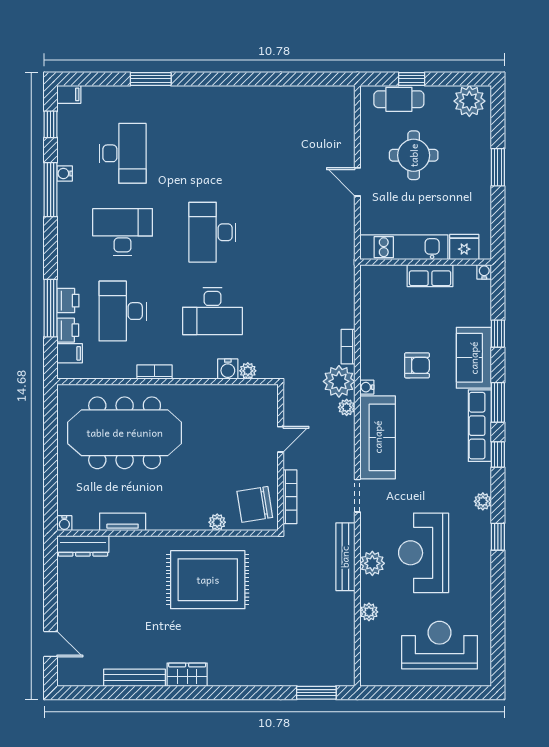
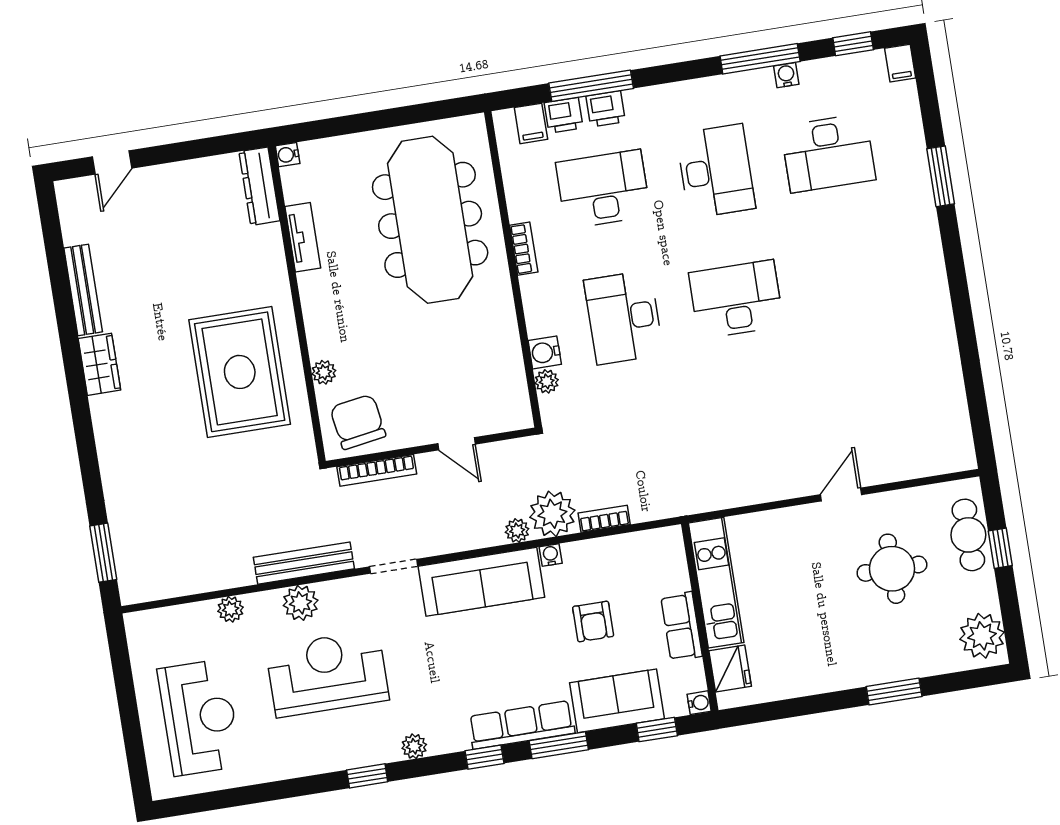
kitchen unit: (404, 247) -> (716, 583), moved
fridge: (464, 247) -> (730, 669), moved
wall: (426, 262) -> (700, 617), moved
water cooler: (484, 272) -> (699, 703), moved
row of seats: (430, 276) -> (681, 626), moved

